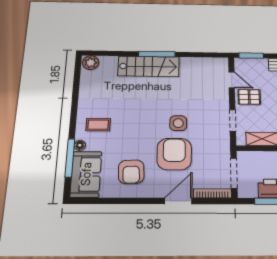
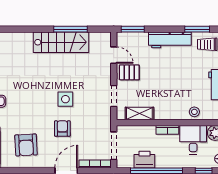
window: (157, 54) -> (71, 29), moved
stairs: (149, 66) -> (61, 42), moved
armchair: (174, 154) -> (62, 128), width x0.53, depth x0.53

